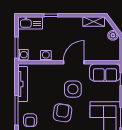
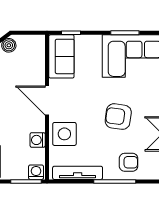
side table: (73, 89) -> (64, 134), moved

